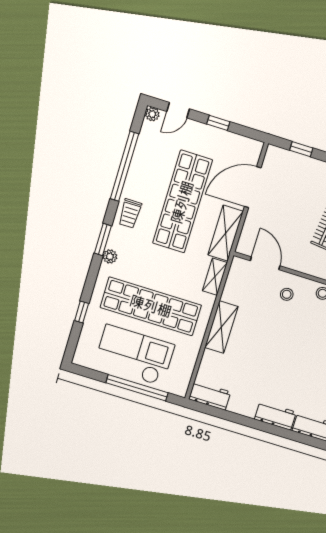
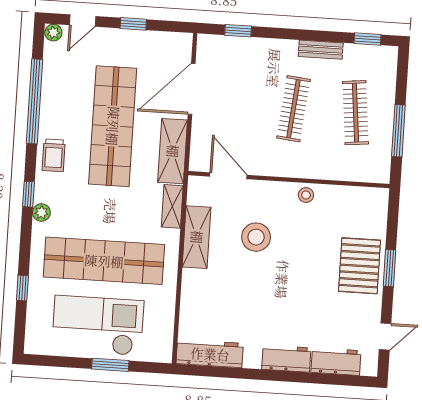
window: (103, 240) -> (28, 194), width x0.67
stool: (287, 294) -> (256, 237), moved, width x1.89, depth x1.89
shelving: (221, 327) -> (197, 237), moved
window: (137, 388) -> (110, 365), width x0.47
workbench: (210, 396) -> (210, 354), width x1.37

